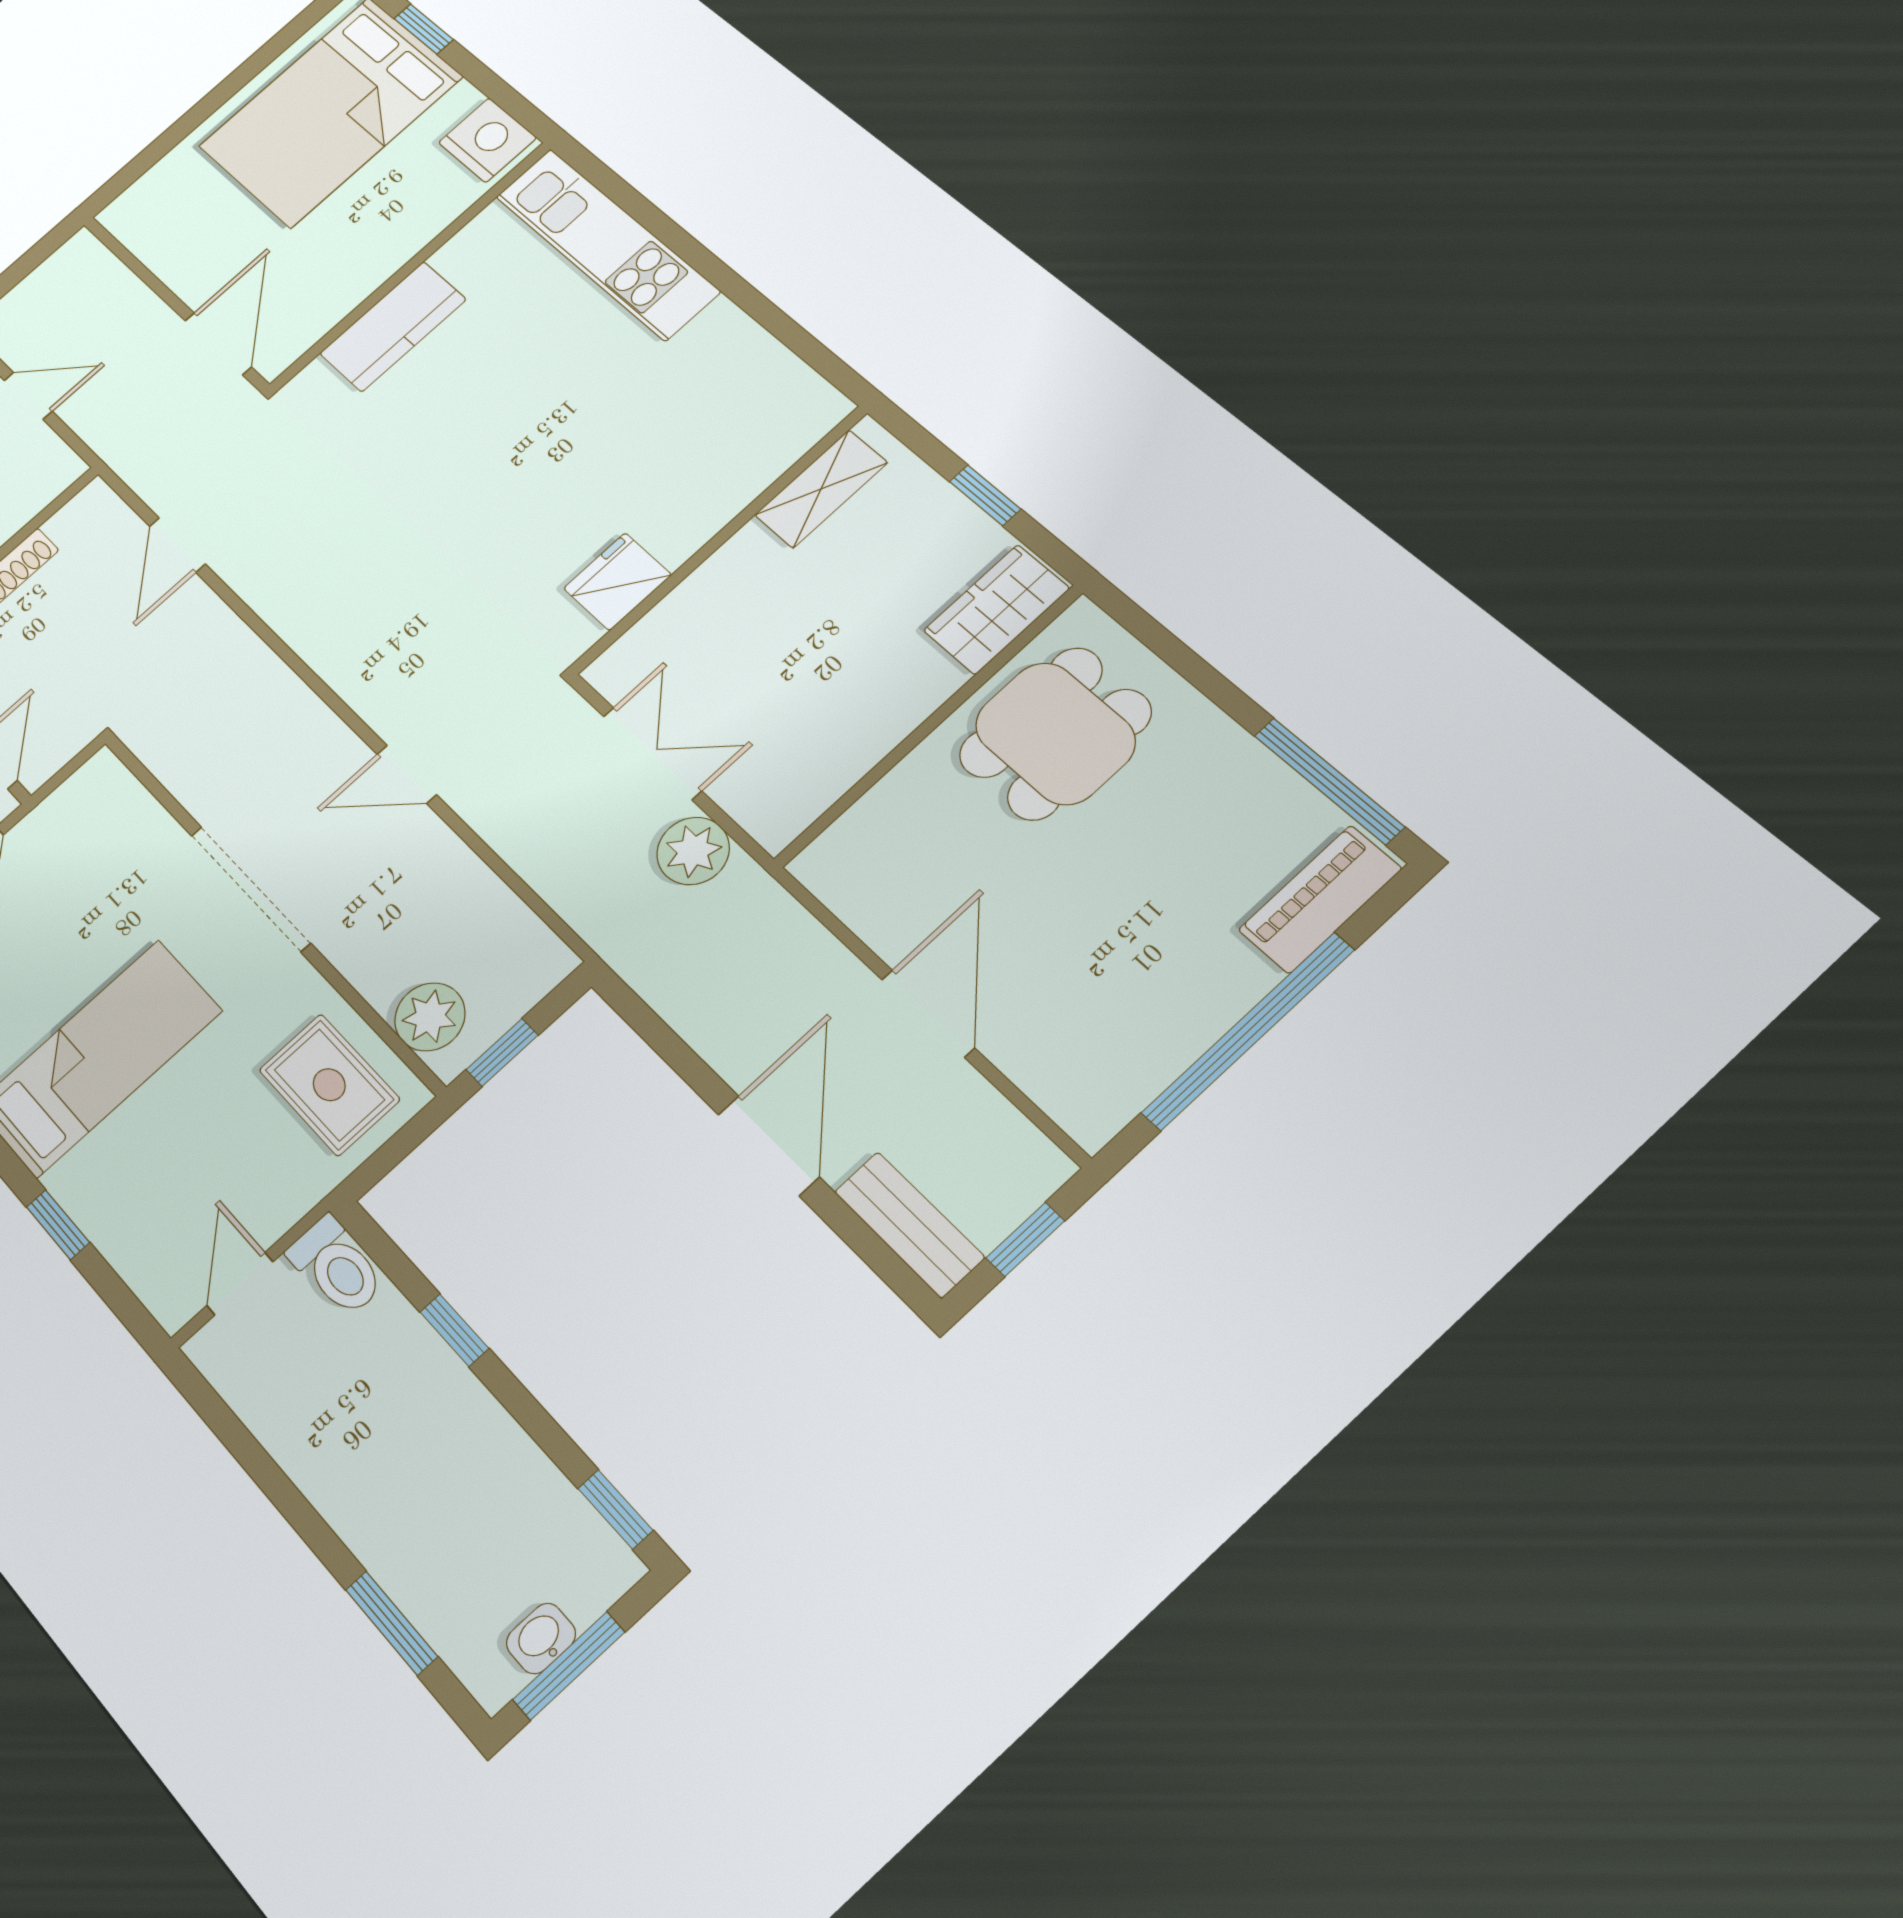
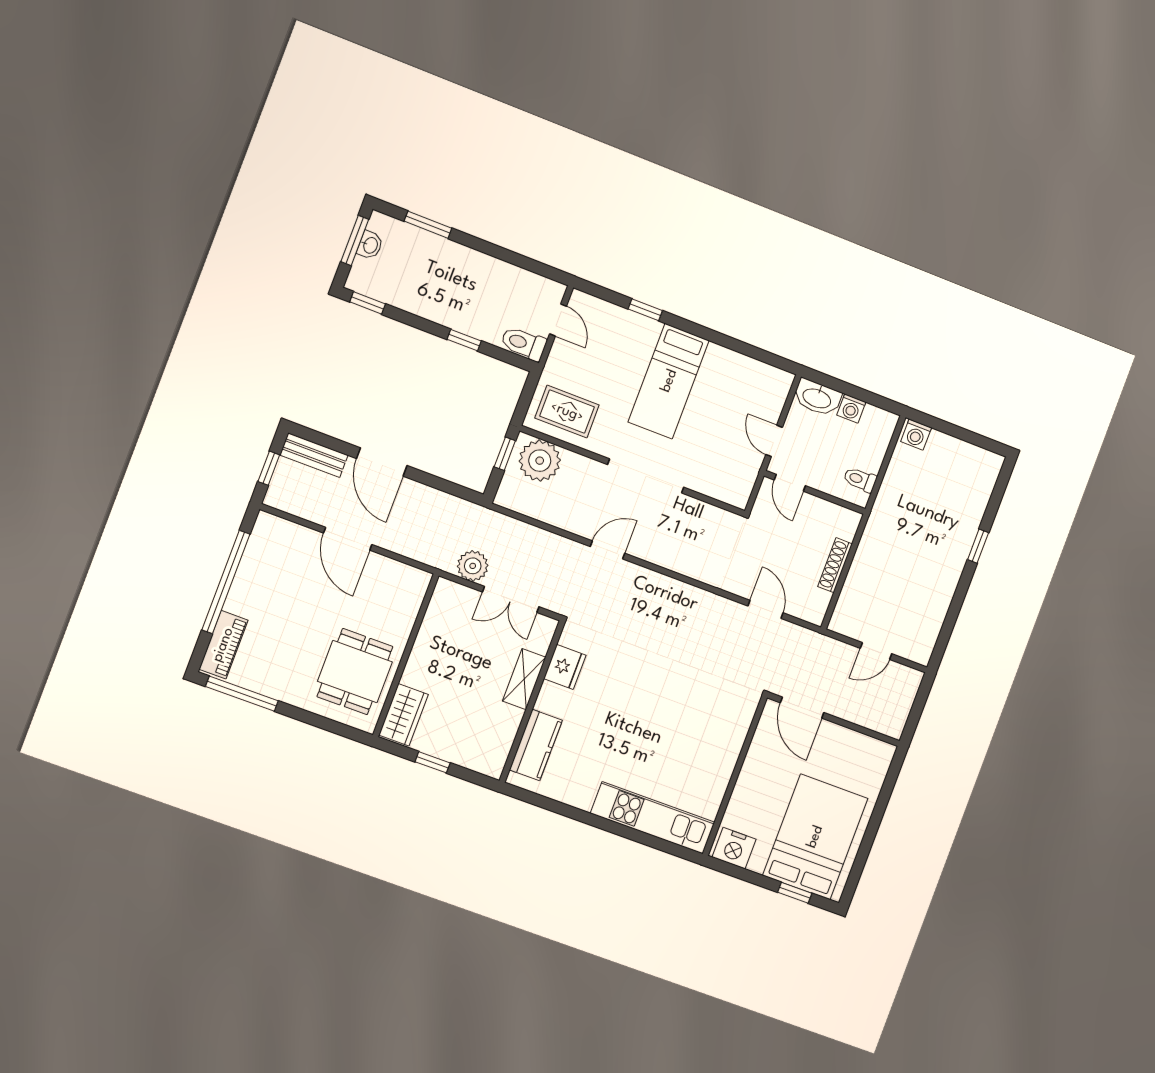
kitchen counter: (393, 326) -> (536, 745), moved, turned 180
shelving: (821, 489) -> (524, 679), moved
plant: (430, 1017) -> (540, 461), width x1.36, depth x1.36

